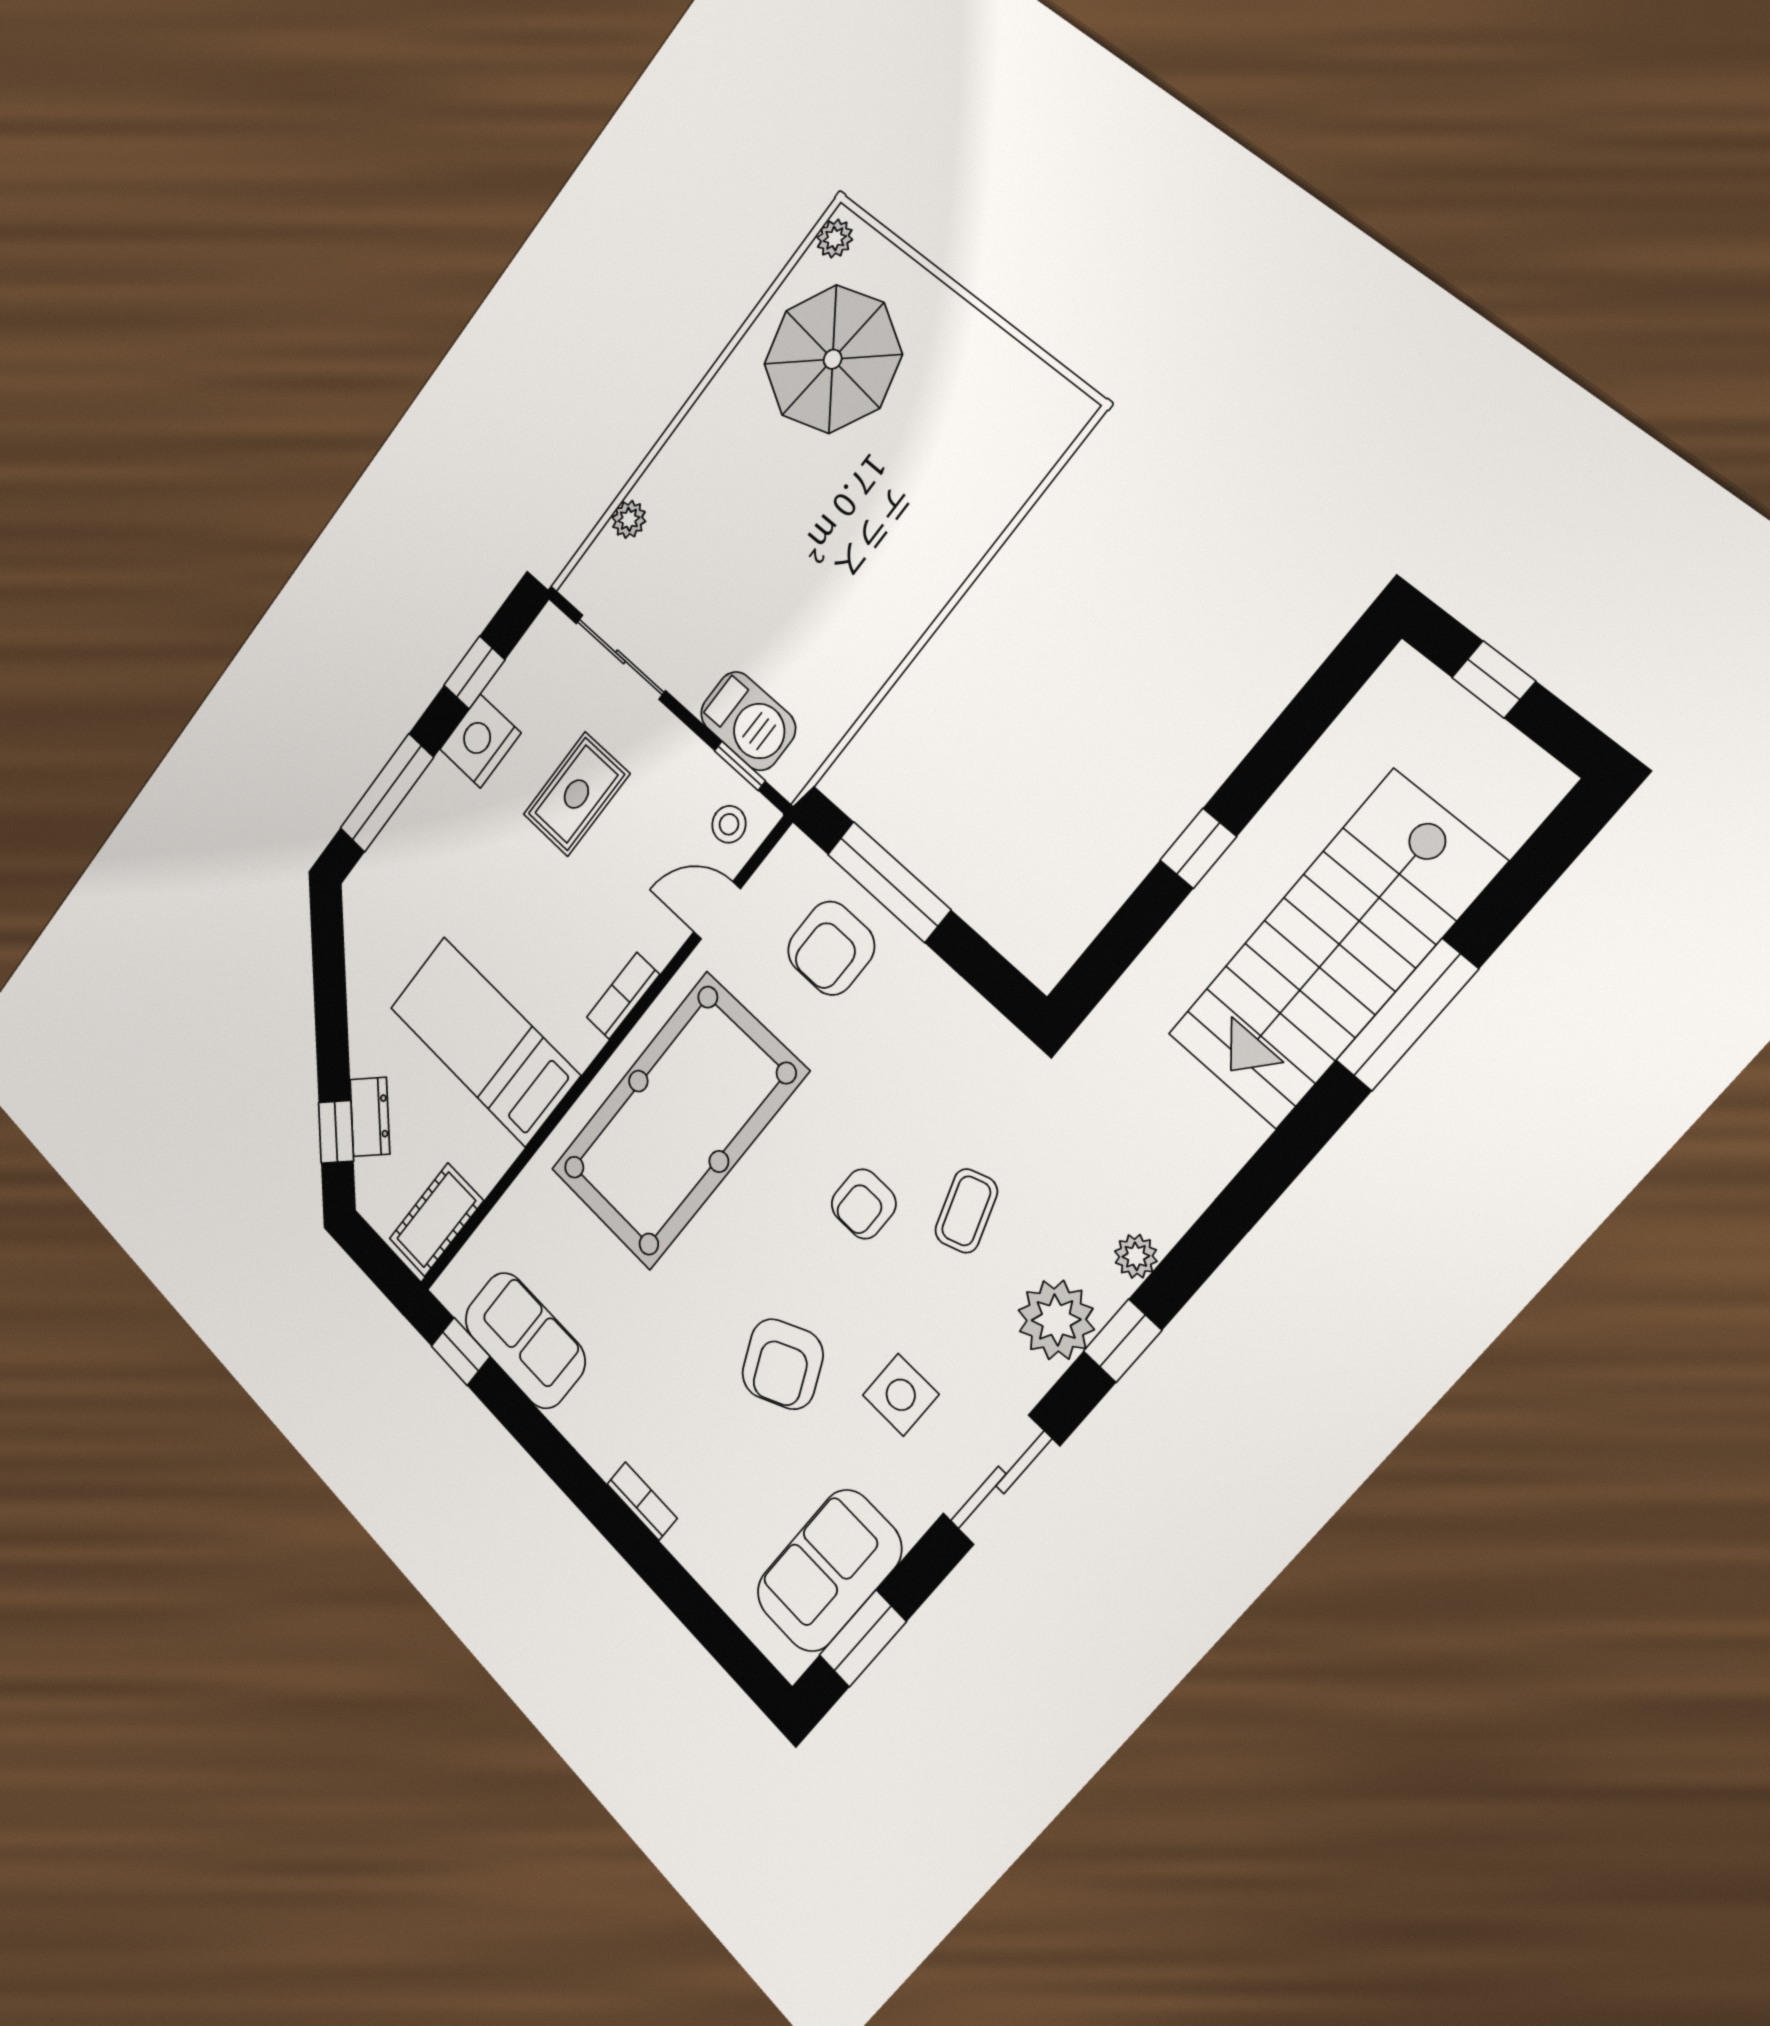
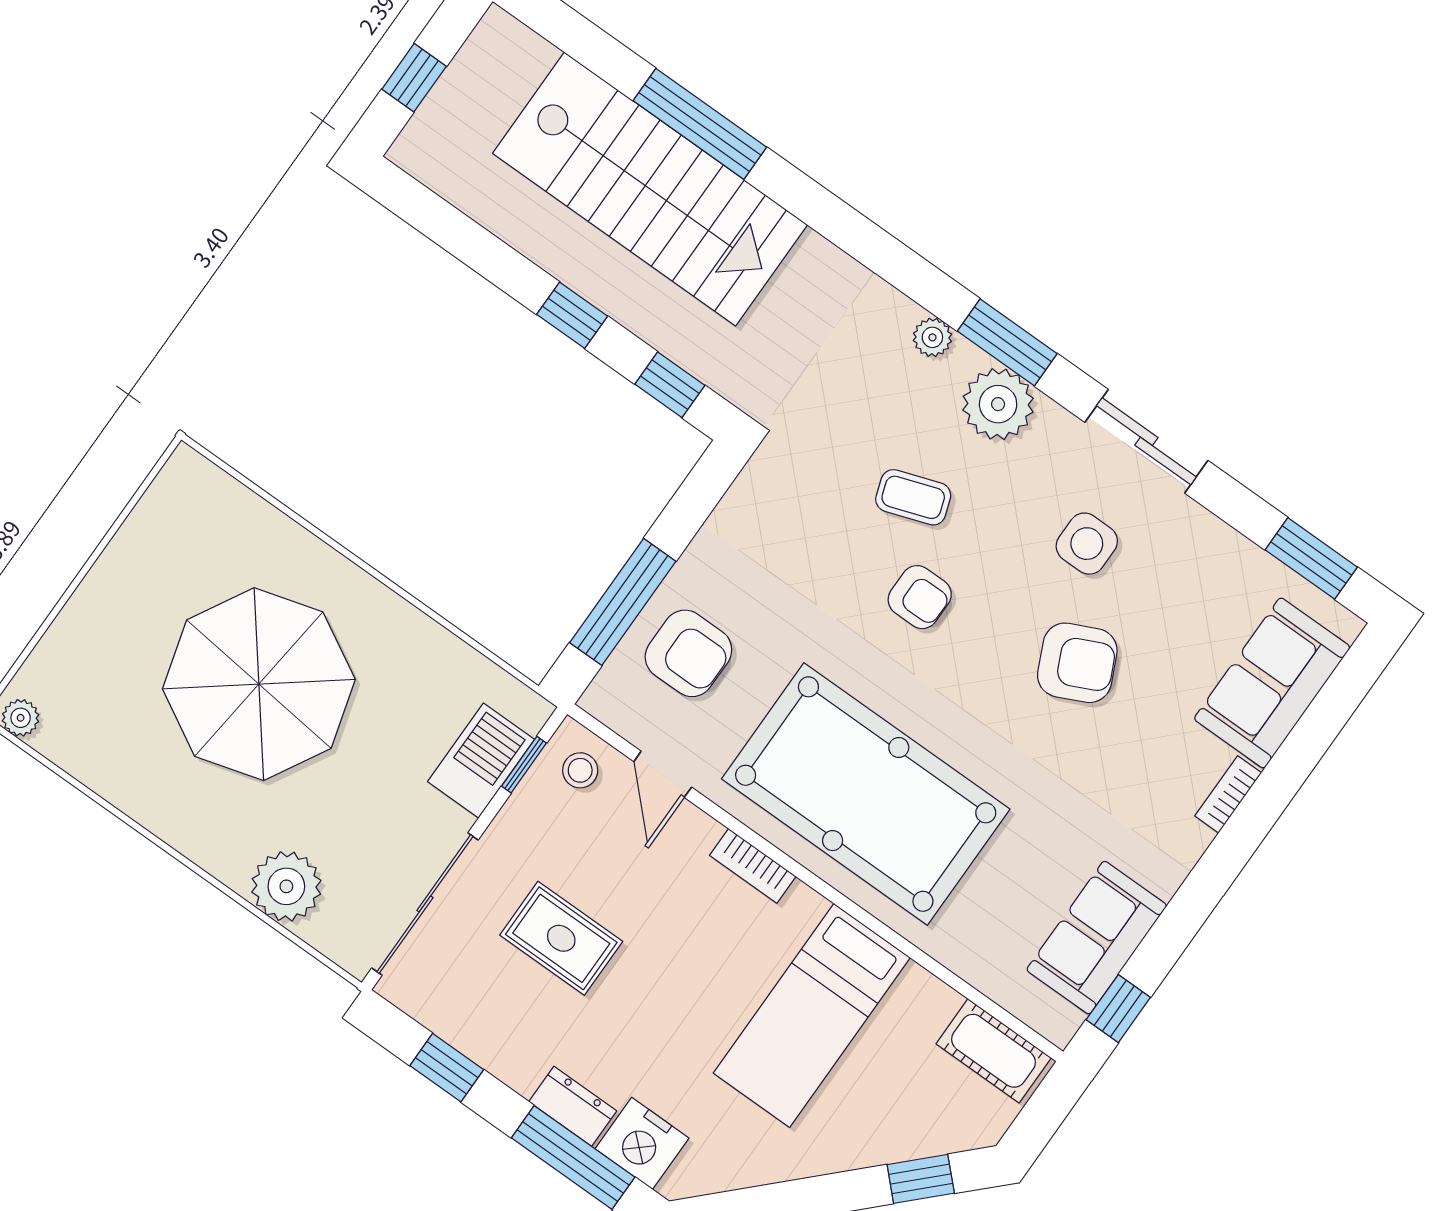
parasol: (833, 359) -> (259, 684), moved, width x1.36, depth x1.36
plant: (629, 519) -> (286, 886), width x1.87, depth x1.87
sliding door: (620, 657) -> (425, 904), width x1.37
nightstand: (480, 741) -> (642, 1143), moved
window: (1111, 953) -> (670, 385), added
dresser: (370, 1117) -> (573, 1106), moved, turned 45
window: (1122, 1341) -> (1007, 342), width x1.50
sofa: (829, 1571) -> (1272, 683), moved, turned 90

